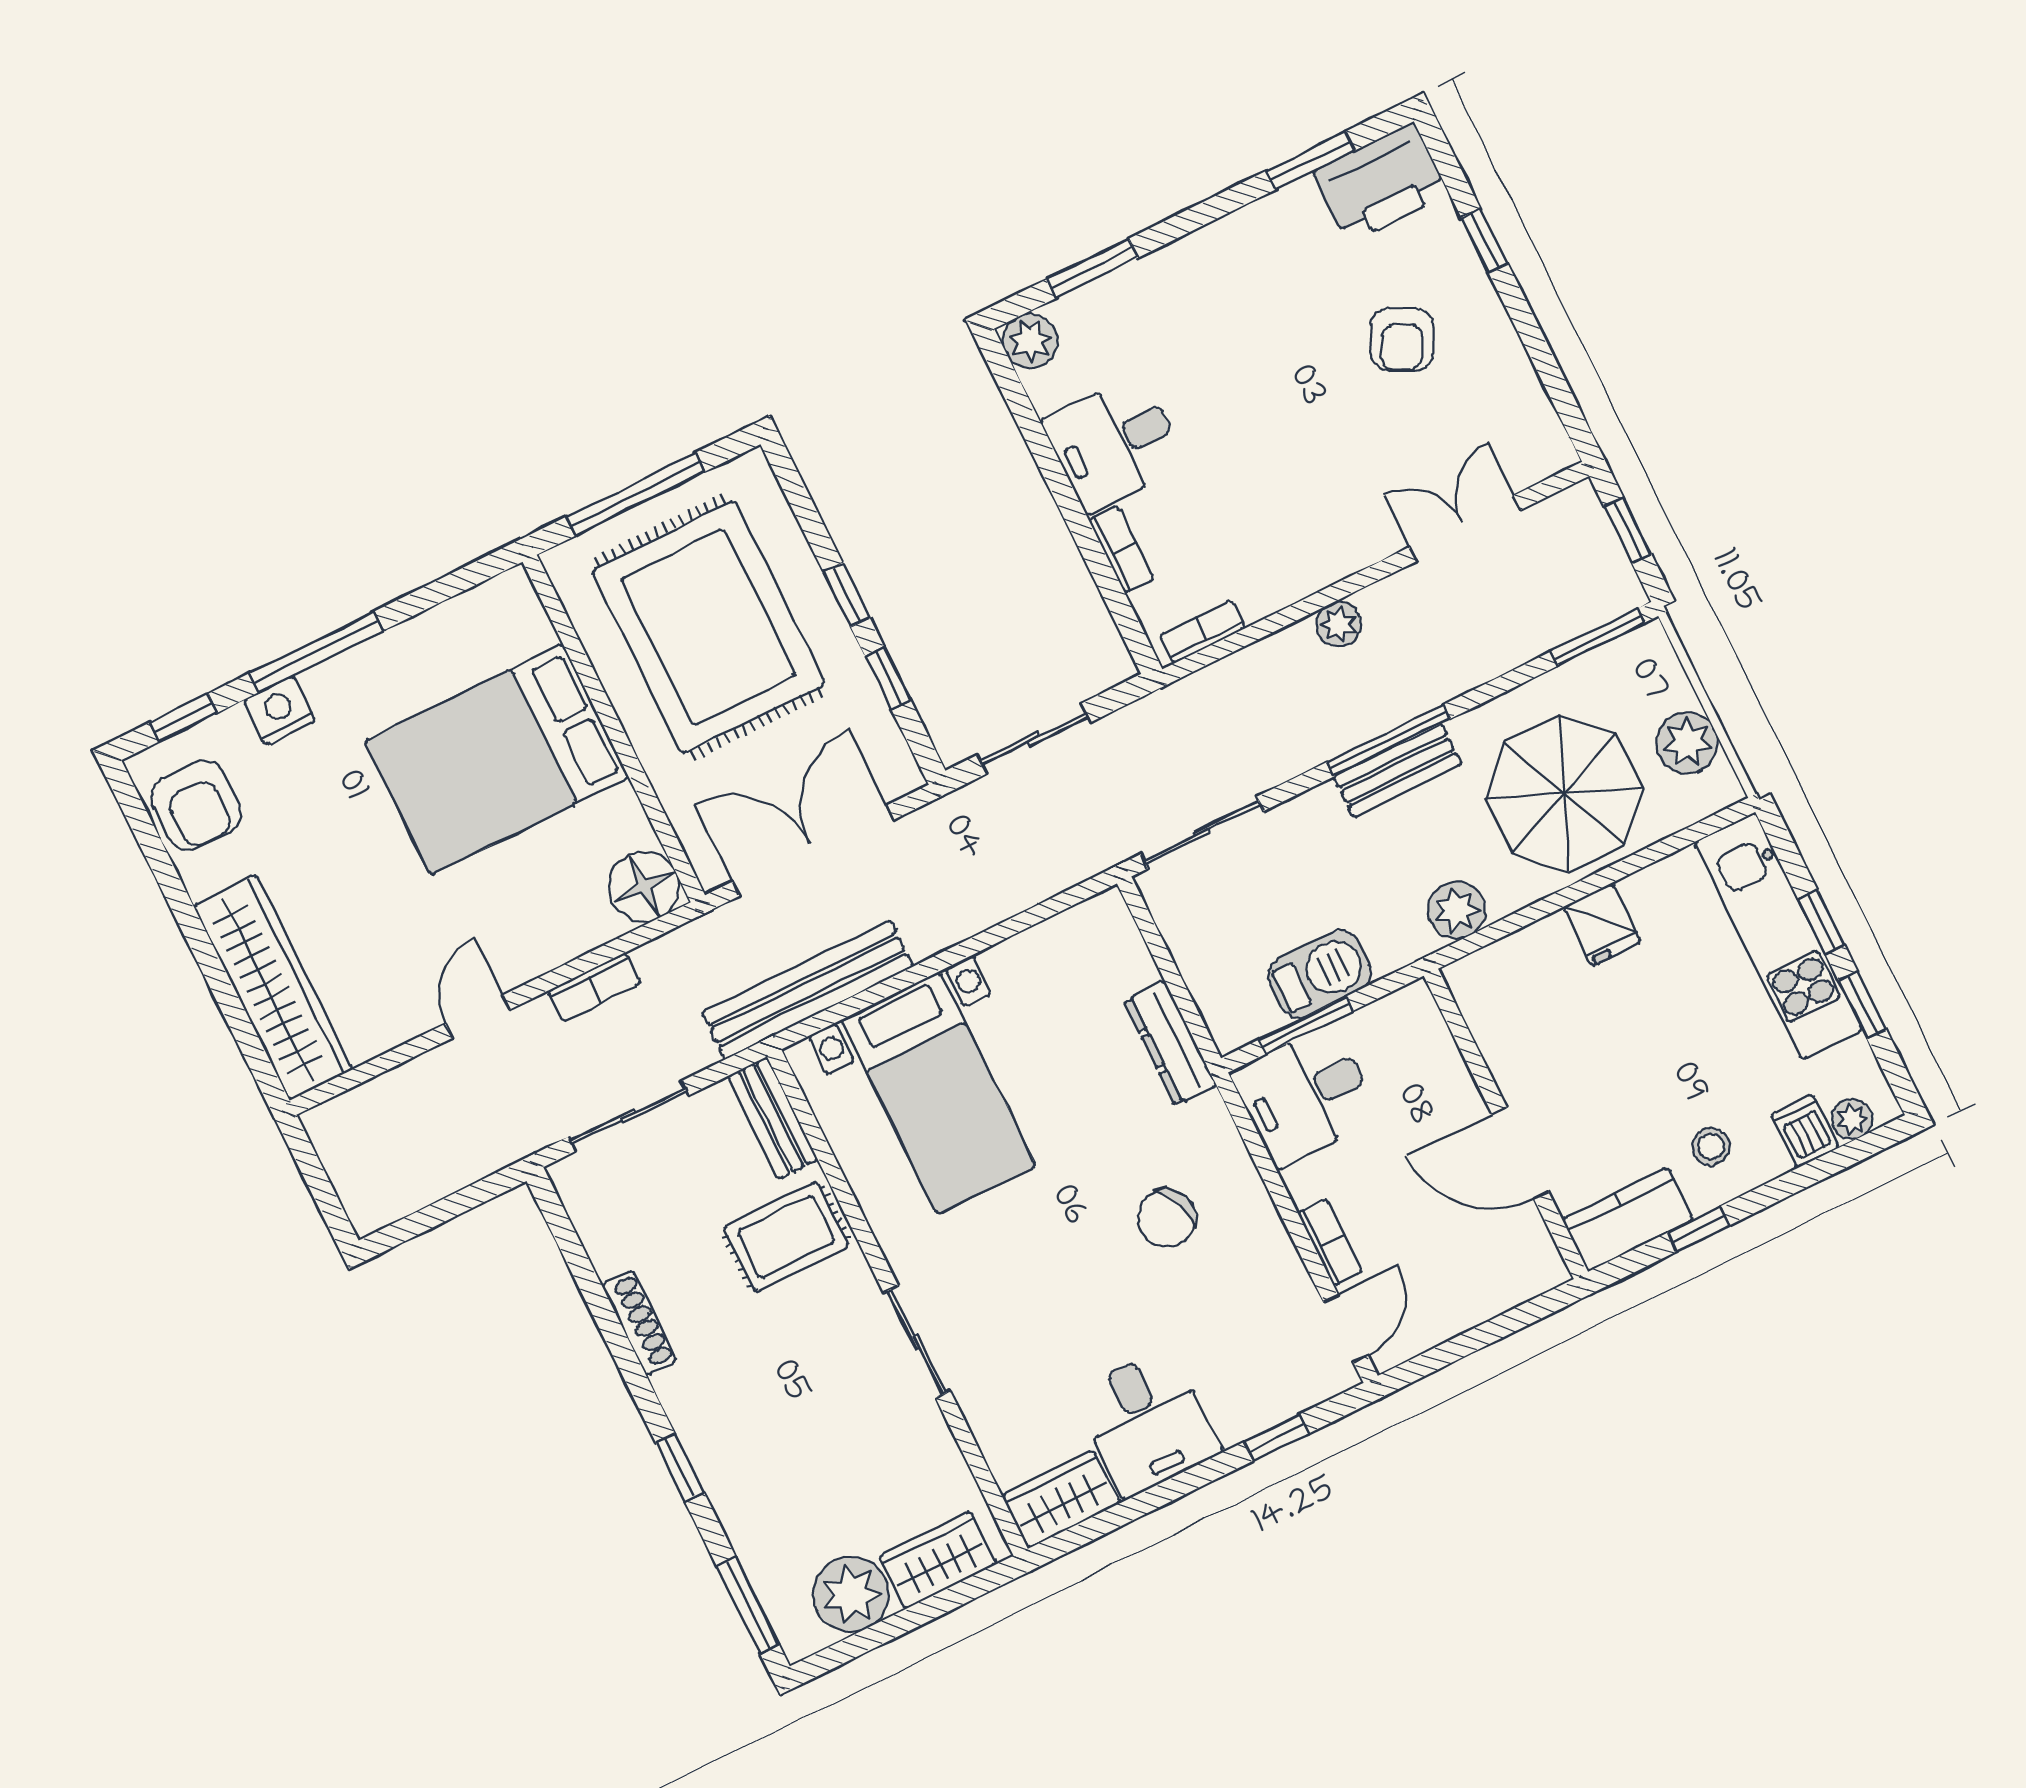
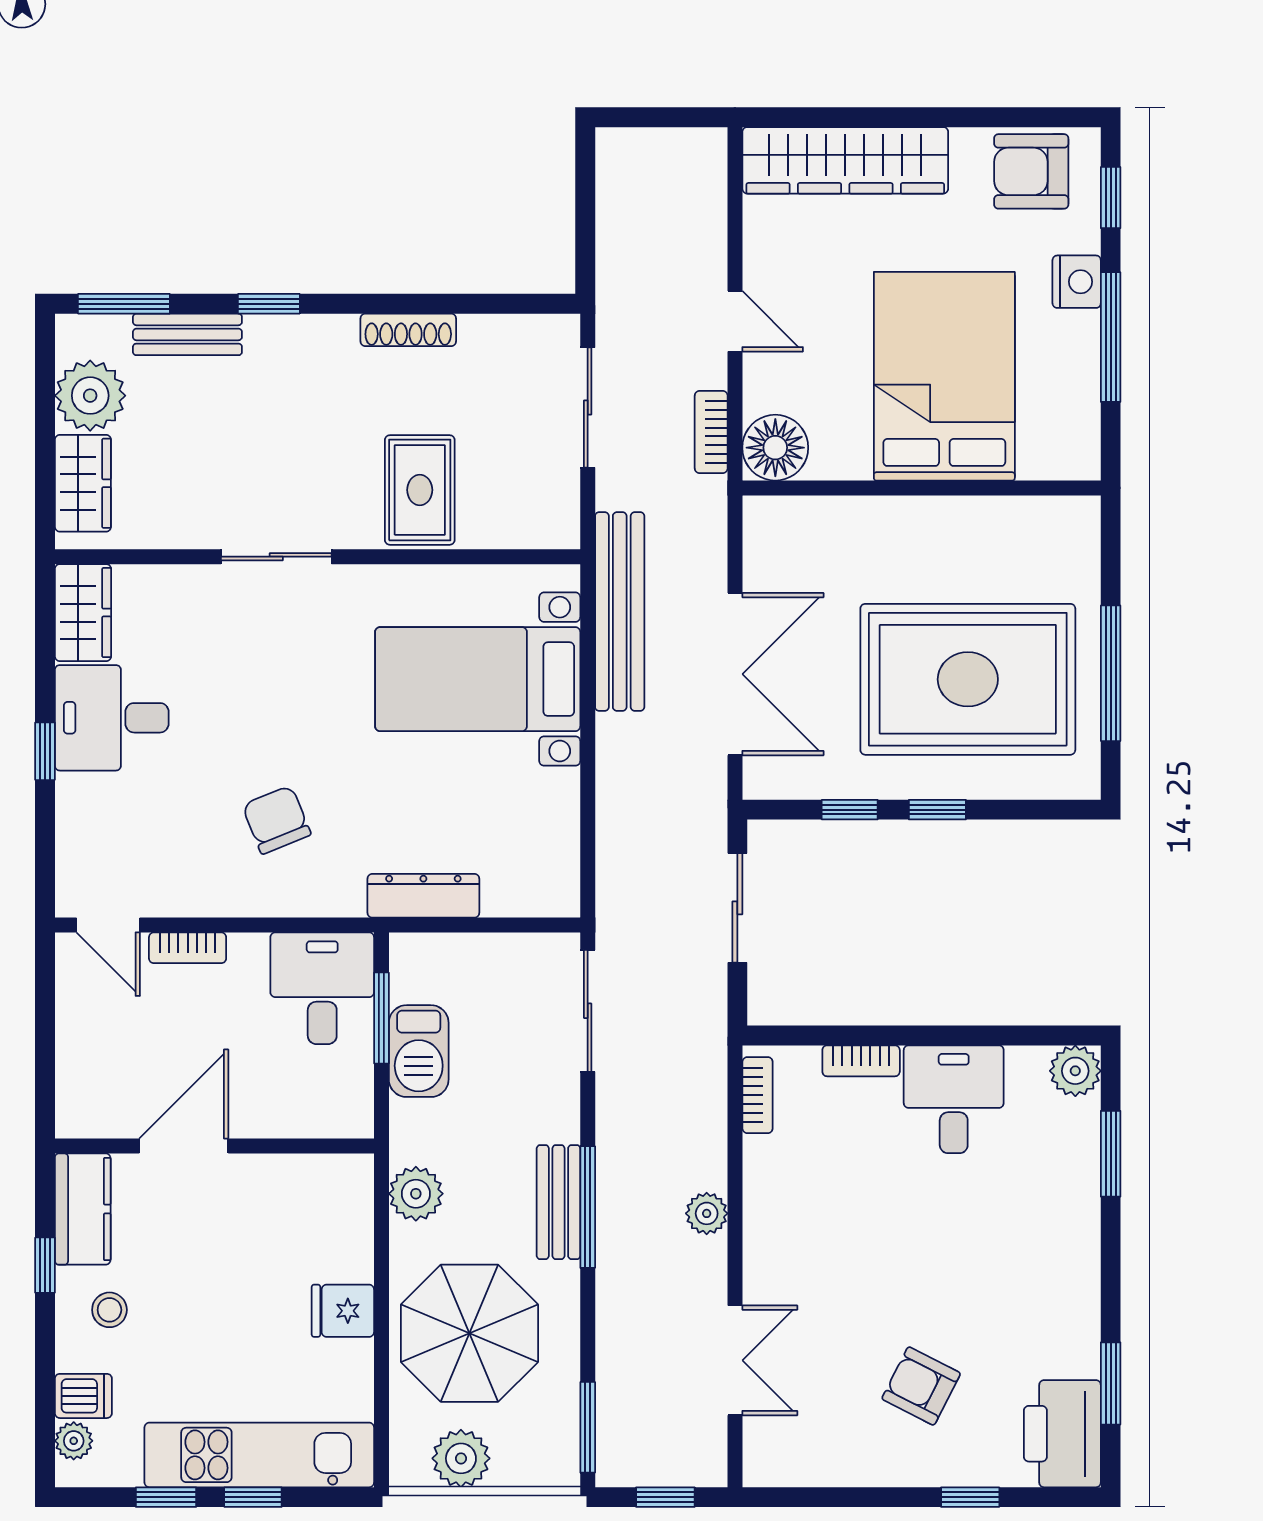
wall: (614, 729) -> (922, 488), moved
bed: (497, 759) -> (944, 376), moved
floor lamp: (644, 887) -> (775, 448), moved
bench: (773, 1118) -> (187, 334), moved
window: (1276, 1438) -> (45, 751), moved

